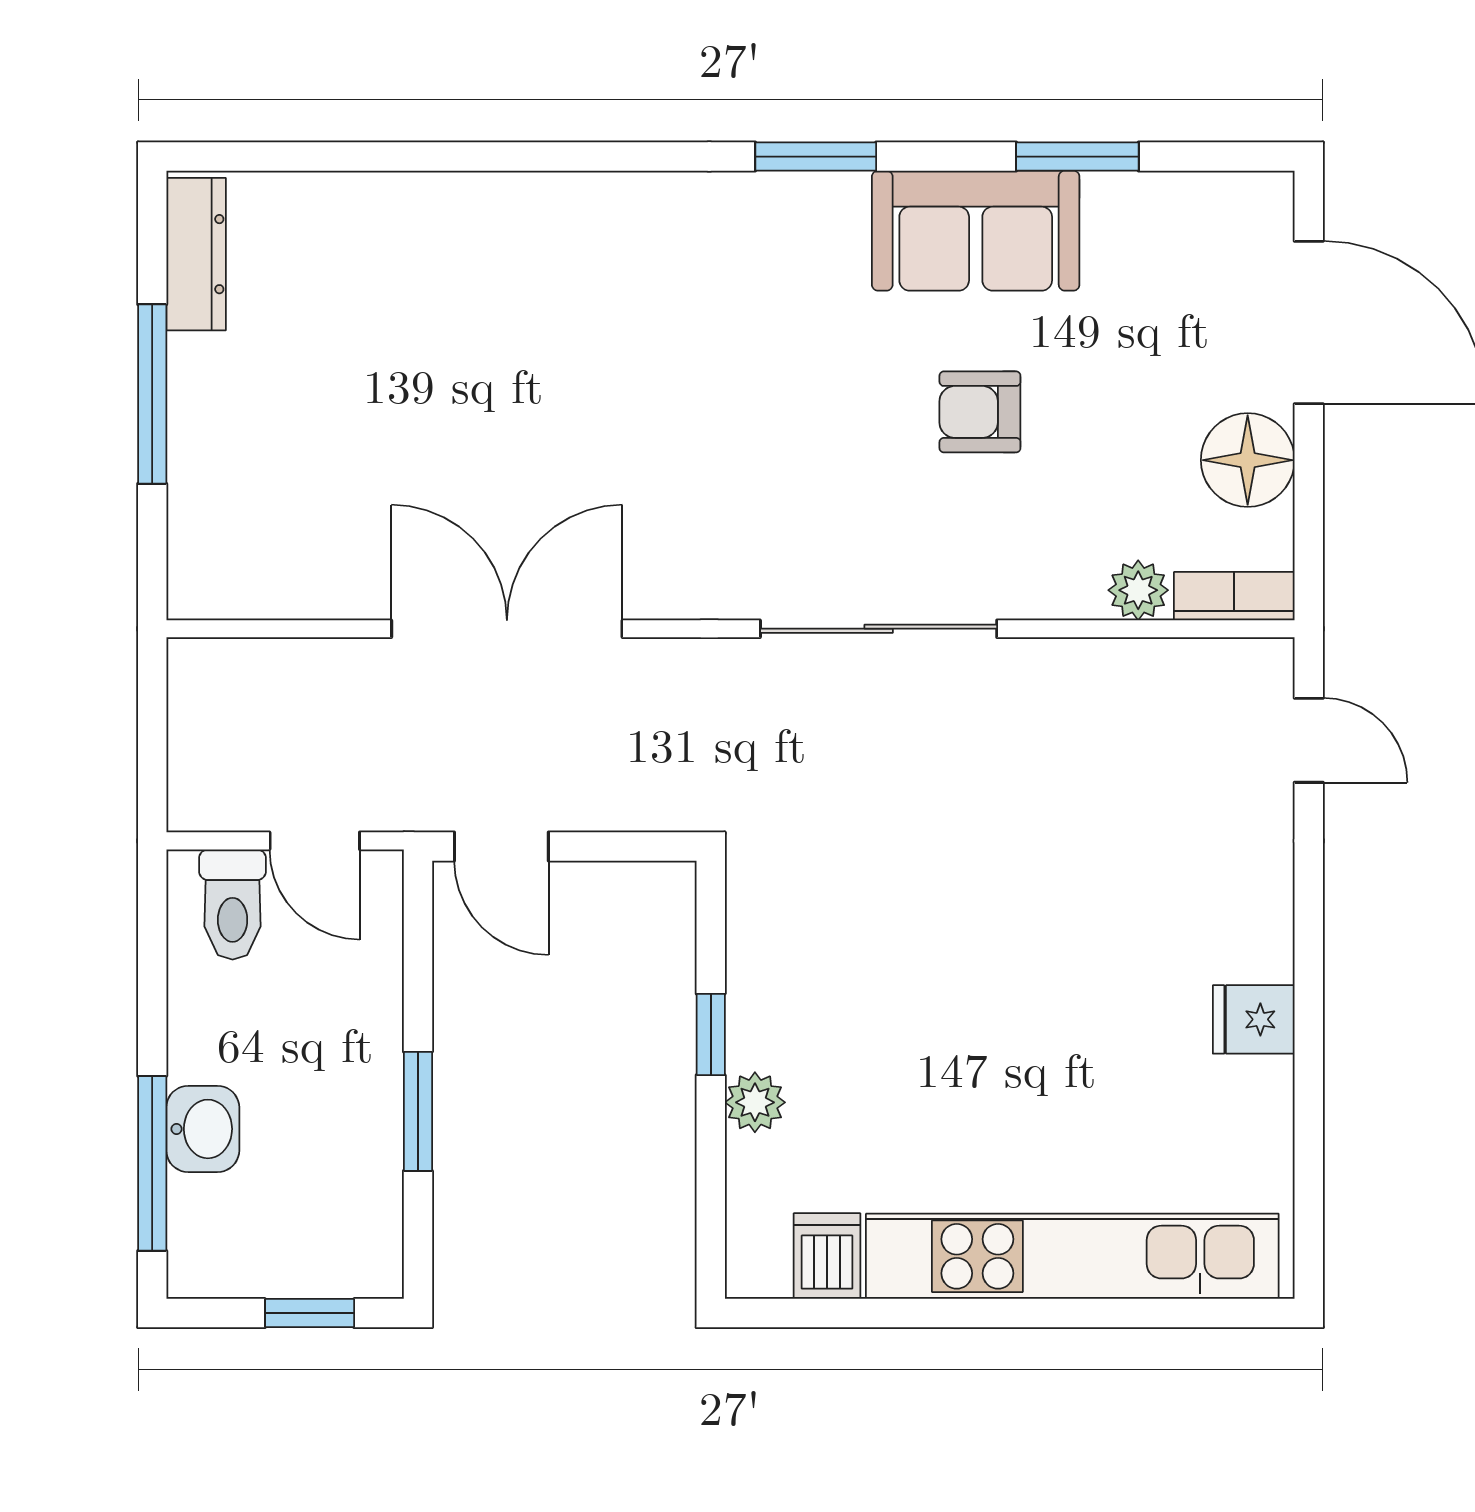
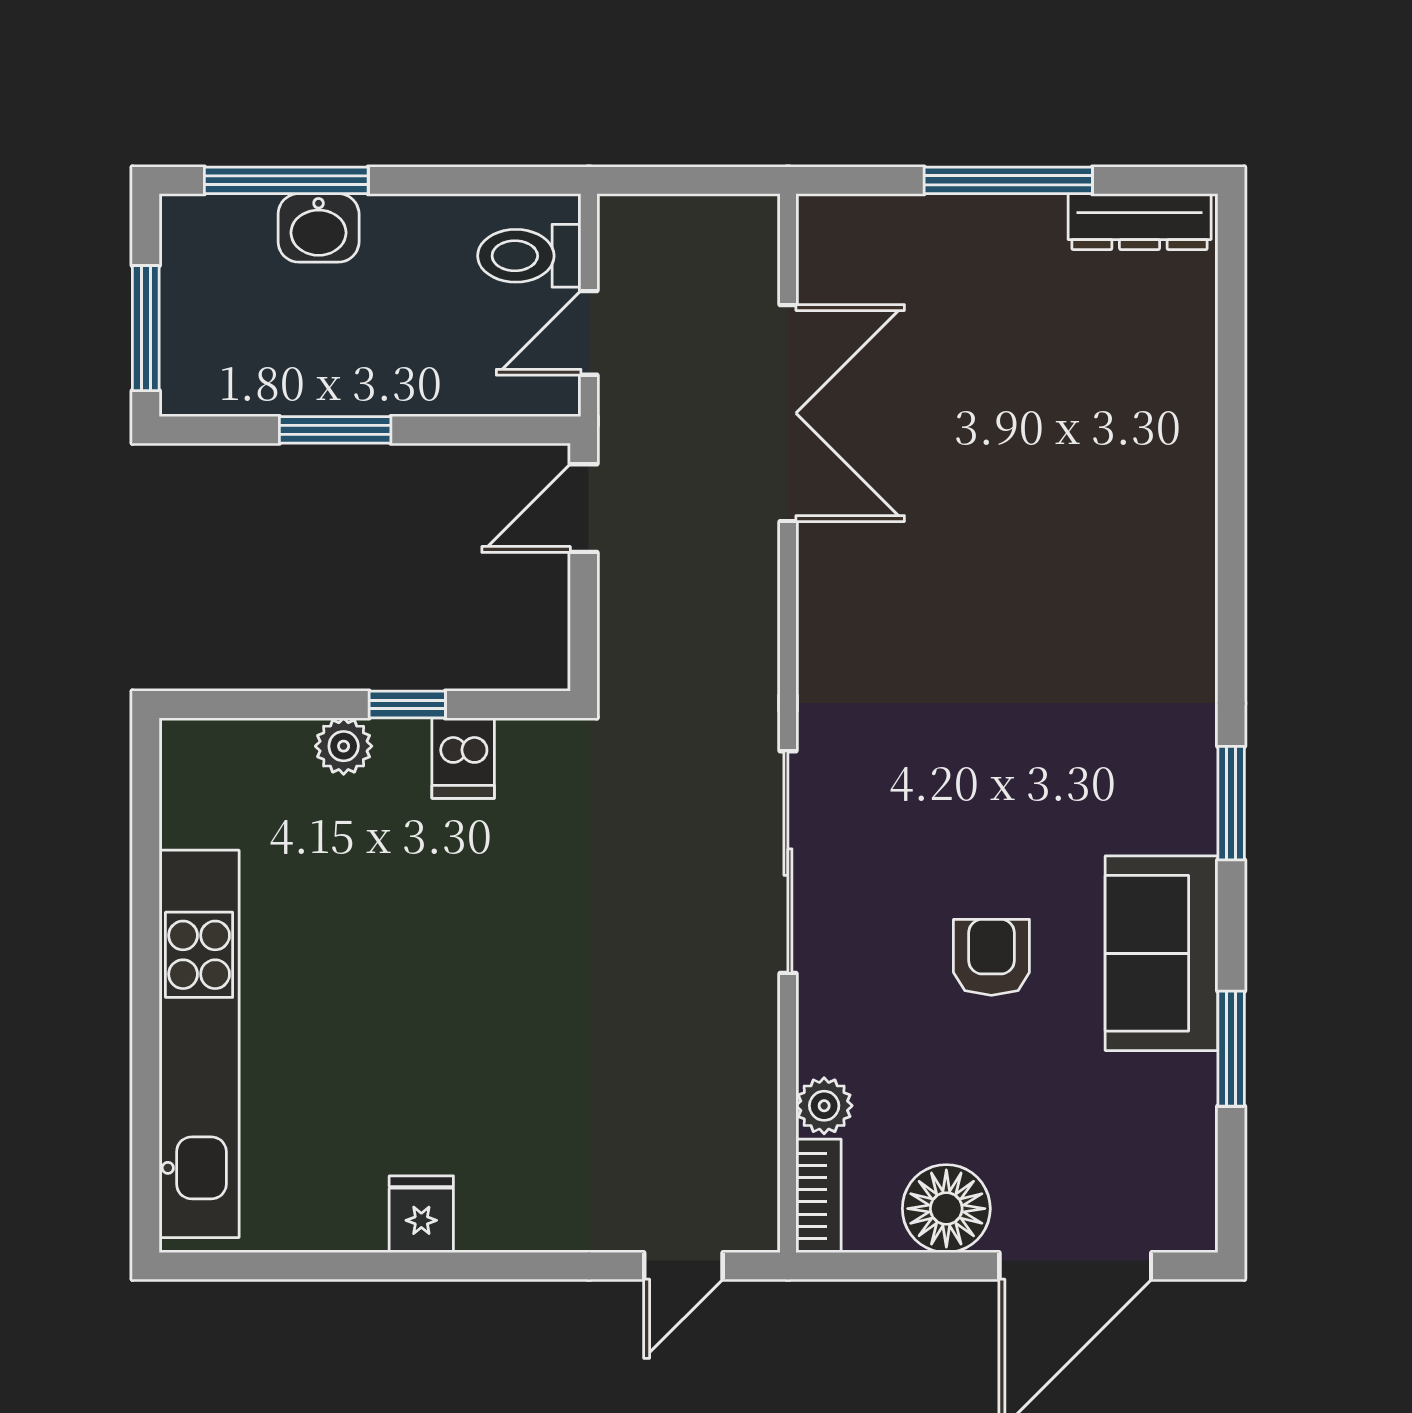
double door: (507, 629) -> (788, 413), moved
dishwasher: (827, 1256) -> (463, 758), moved, turned 90
window: (310, 1313) -> (146, 328), width x1.50

